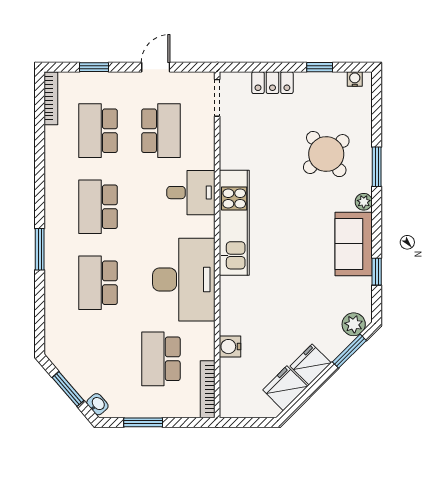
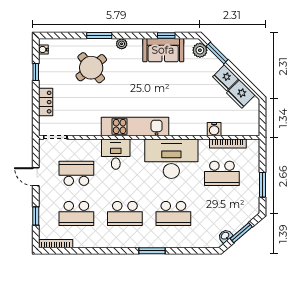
sofa: (354, 244) -> (163, 50), moved
bookcase: (208, 389) -> (228, 144), moved
washbasin: (97, 404) -> (225, 236), moved

